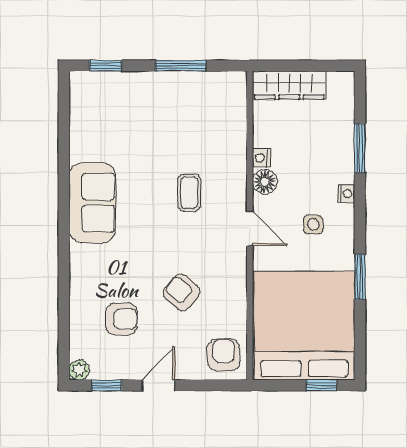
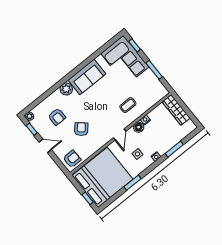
corner sofa: (118, 106) -> (125, 60), added
coffee table: (189, 193) -> (128, 105), moved
plant: (84, 260) -> (66, 89), added

